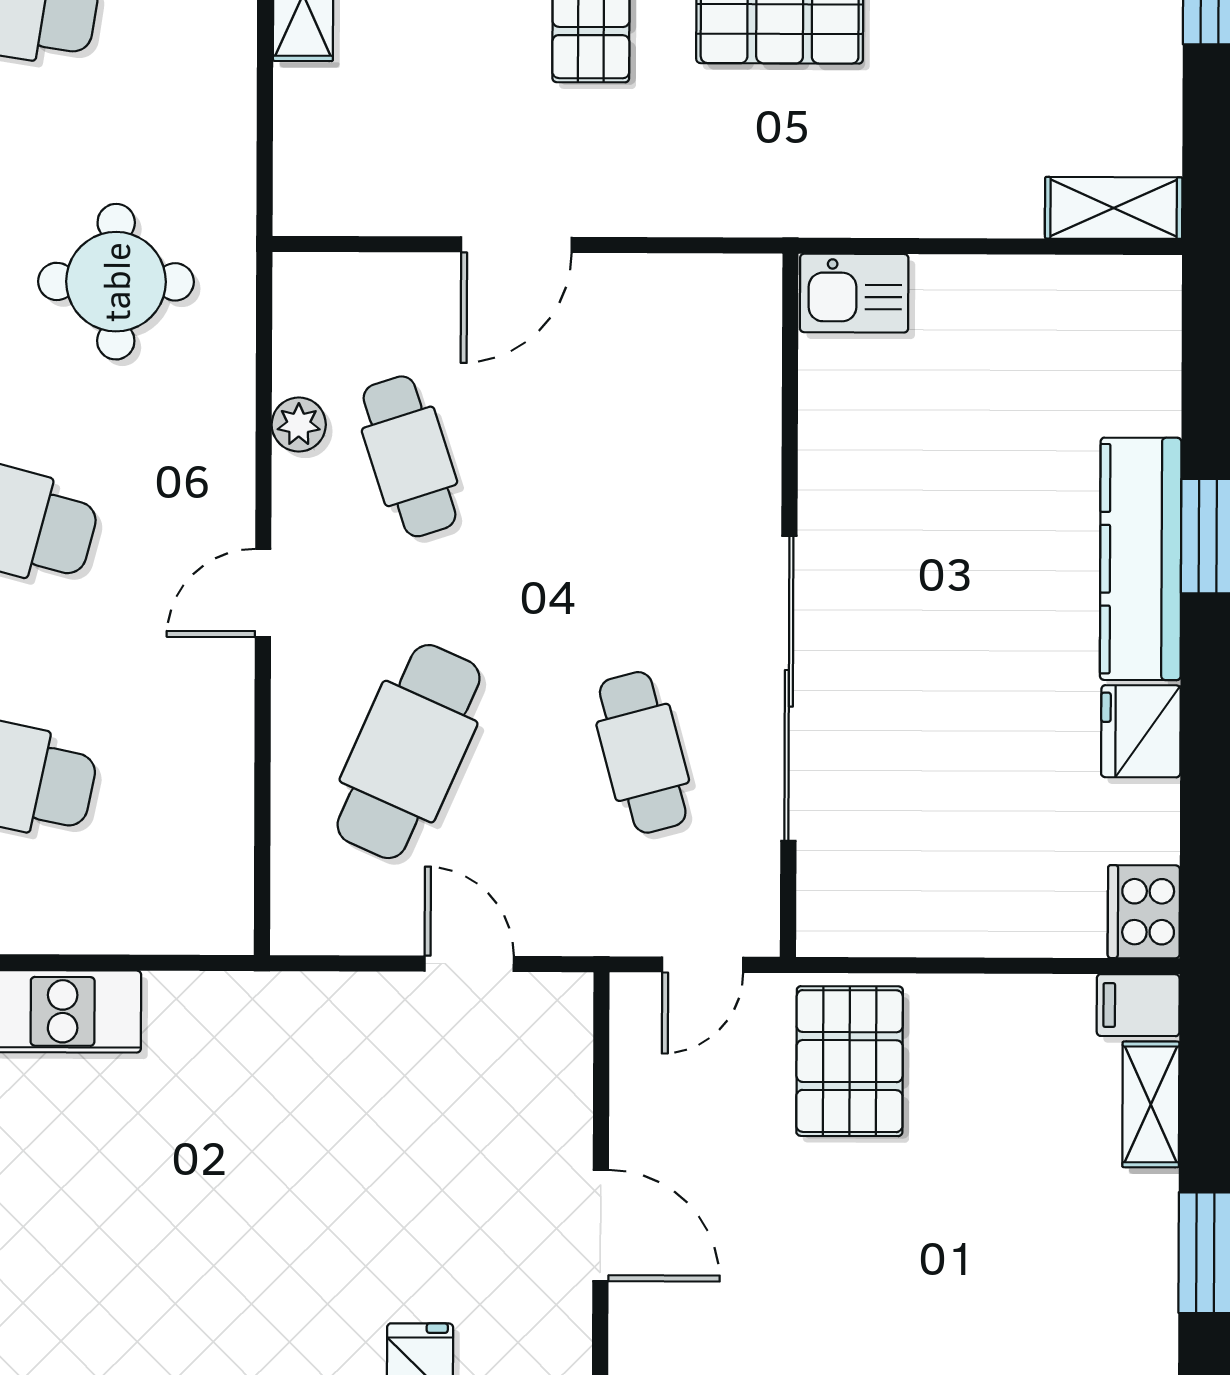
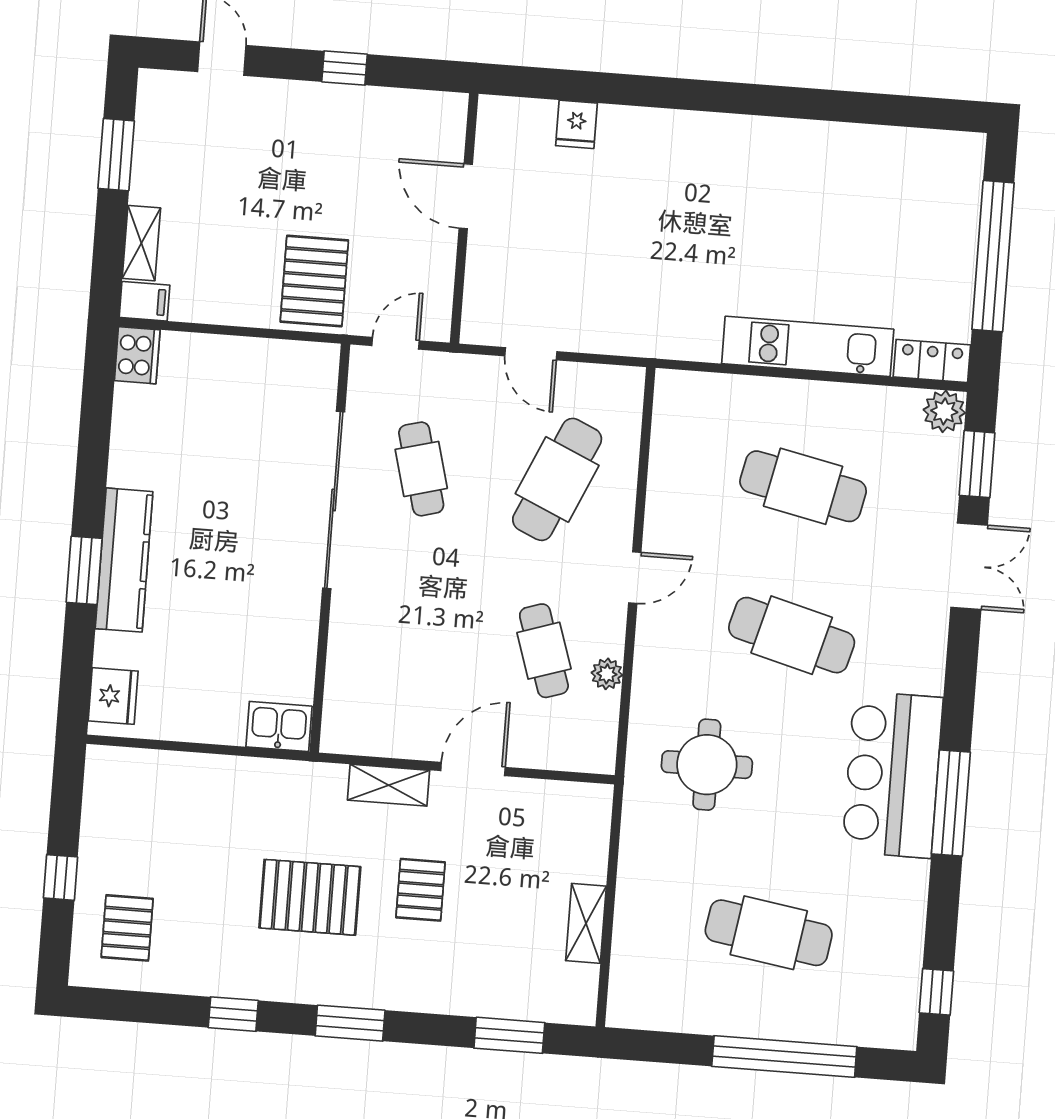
shelving: (1114, 208) -> (388, 785), moved
fridge: (1141, 731) -> (113, 696), moved

